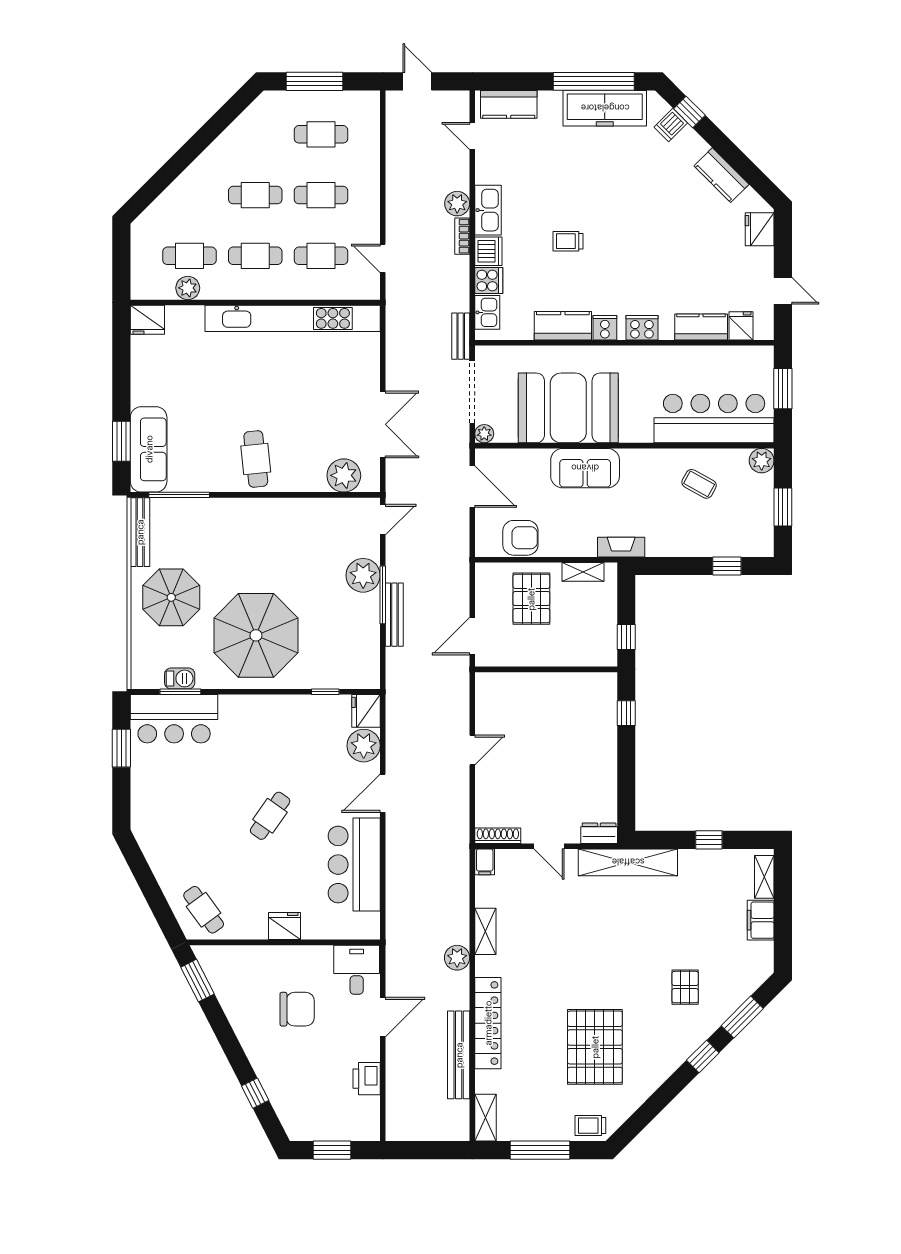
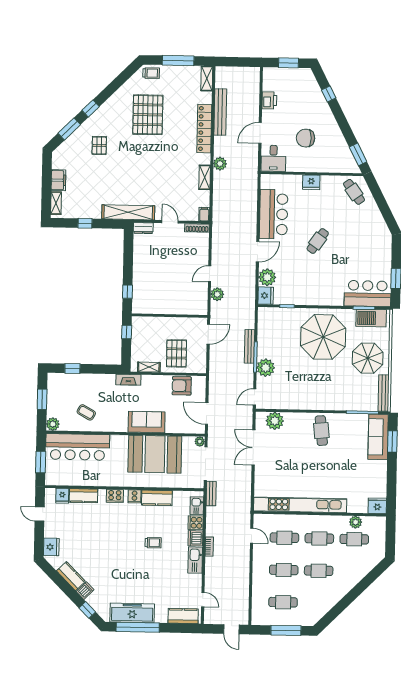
dishwasher: (671, 125) -> (85, 591), moved
plant: (457, 204) -> (217, 294), moved
barbecue: (180, 678) -> (371, 318), width x1.88, depth x1.53

